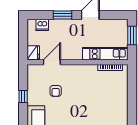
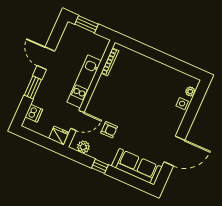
kitchen unit: (105, 54) -> (84, 81), moved
door: (52, 62) -> (77, 120), swing flipped
plant: (33, 76) -> (83, 147), added

